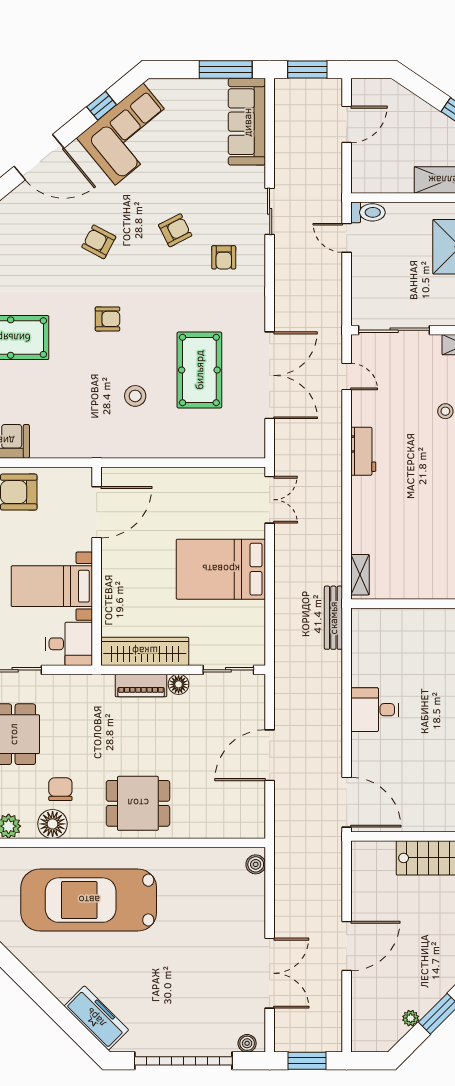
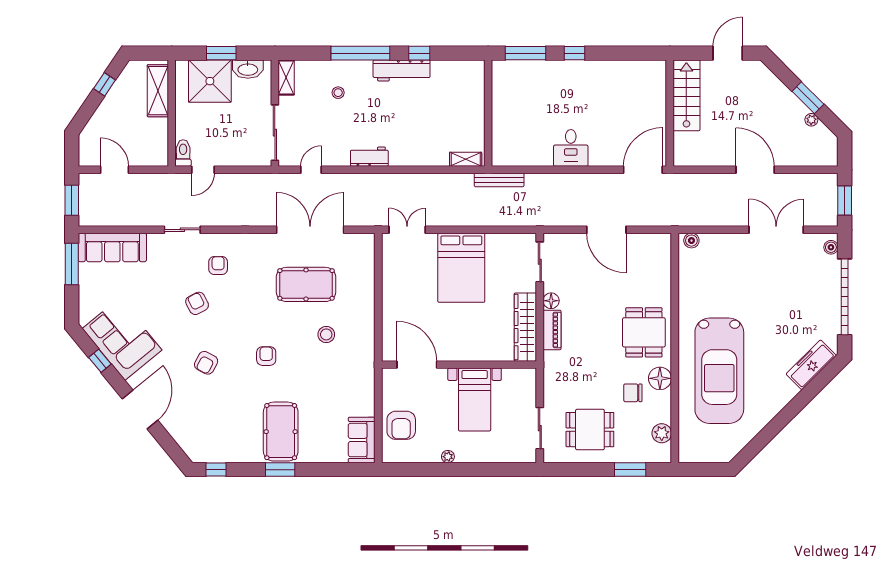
armchair: (224, 257) -> (218, 265), turned -90
desk: (69, 644) -> (520, 386), removed
floor lamp: (53, 824) -> (660, 378), moved

